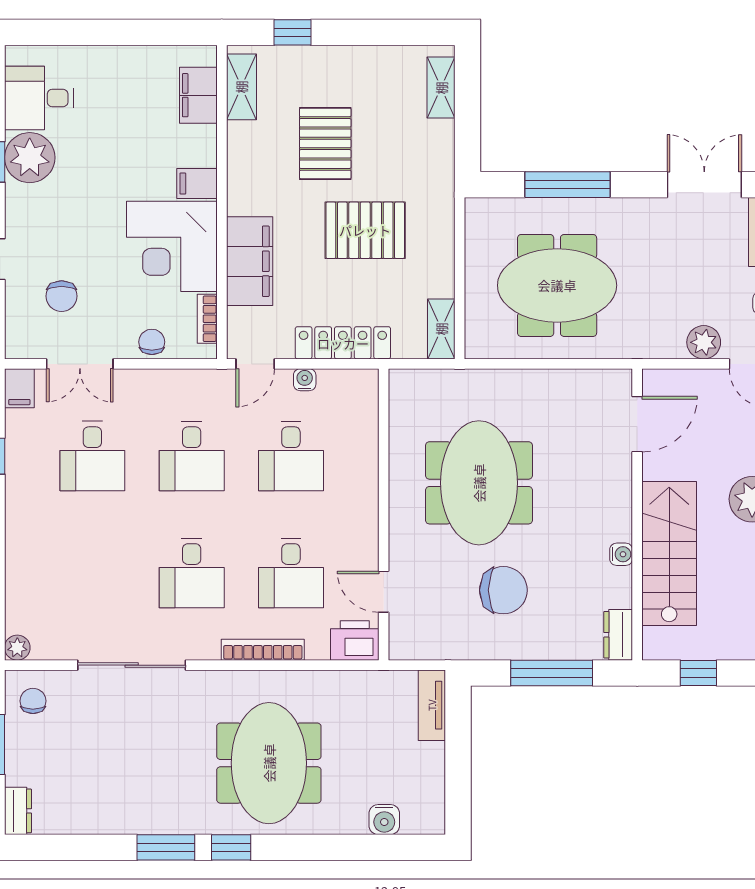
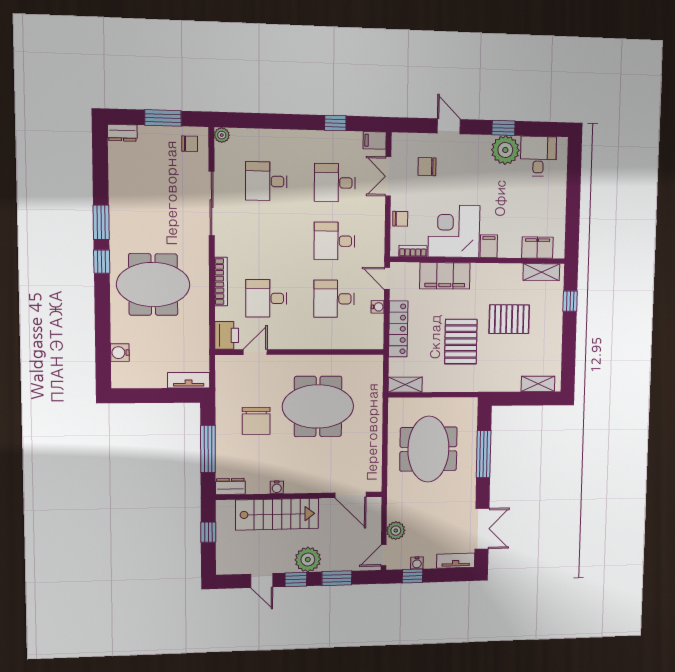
desk: (192, 573) -> (266, 181), moved

